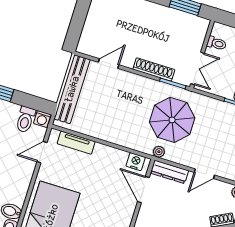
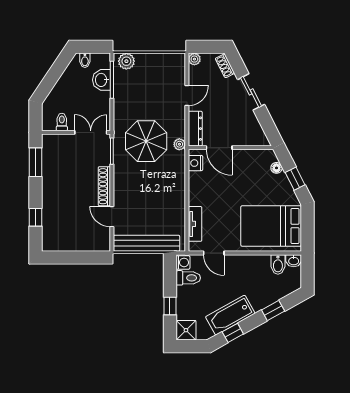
shoe rack: (154, 69) -> (104, 186), moved
door: (204, 174) -> (187, 96), hinge flipped
door: (143, 190) -> (219, 148), hinge flipped

